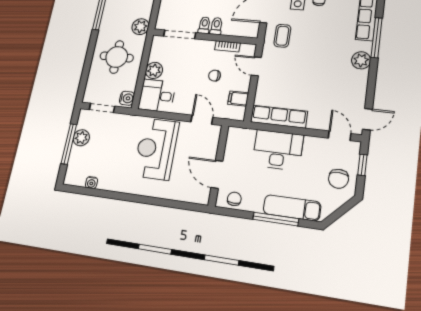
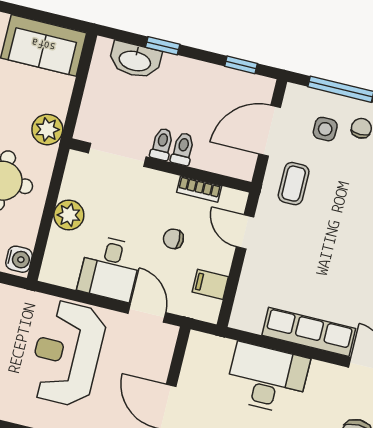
desk: (157, 96) -> (110, 268), moved, turned -90
row of seats: (279, 117) -> (309, 332), moved

